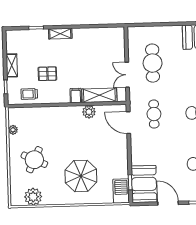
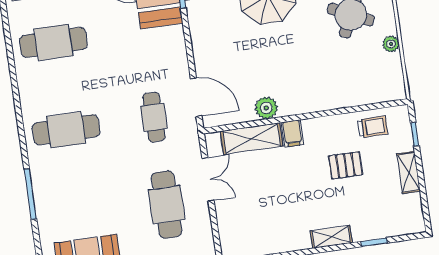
plant: (13, 130) -> (391, 44), moved

